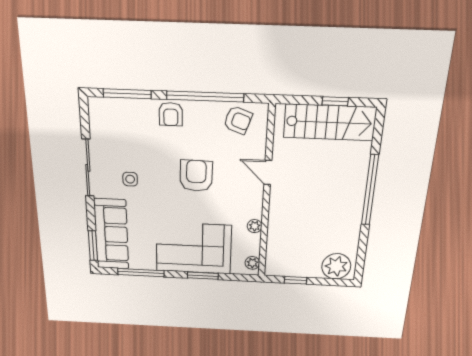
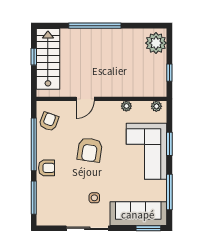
armchair: (196, 176) -> (90, 150), turned -83

